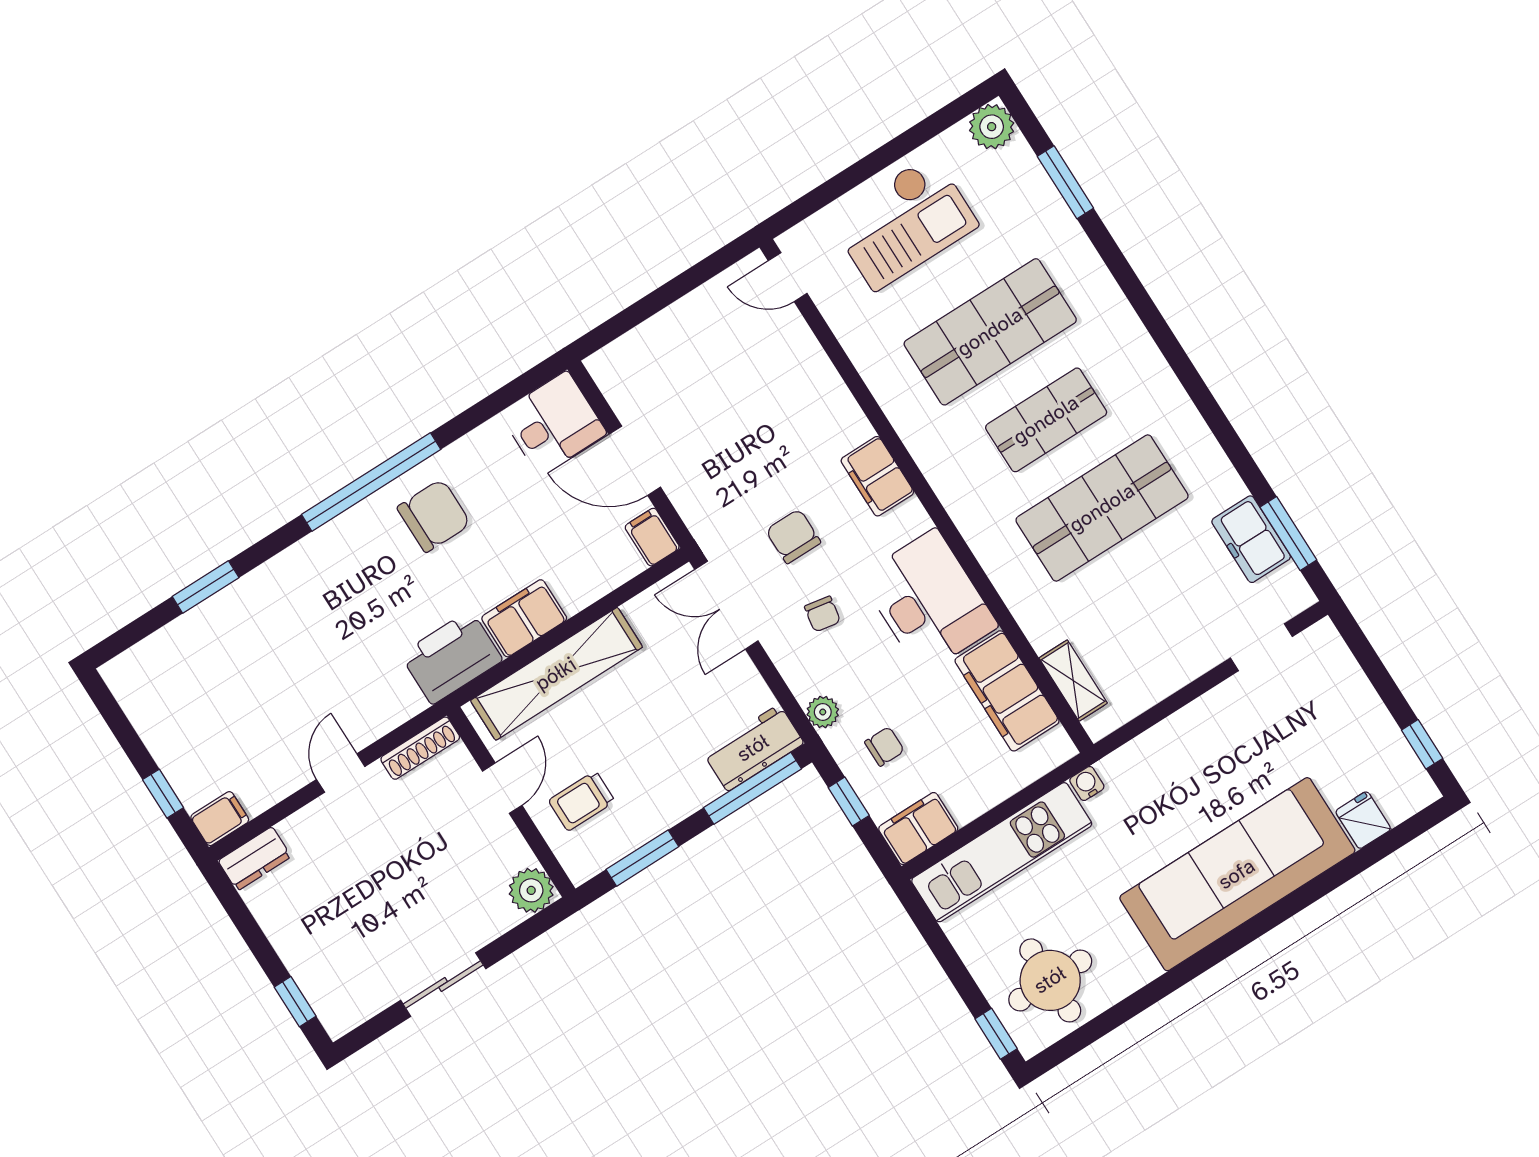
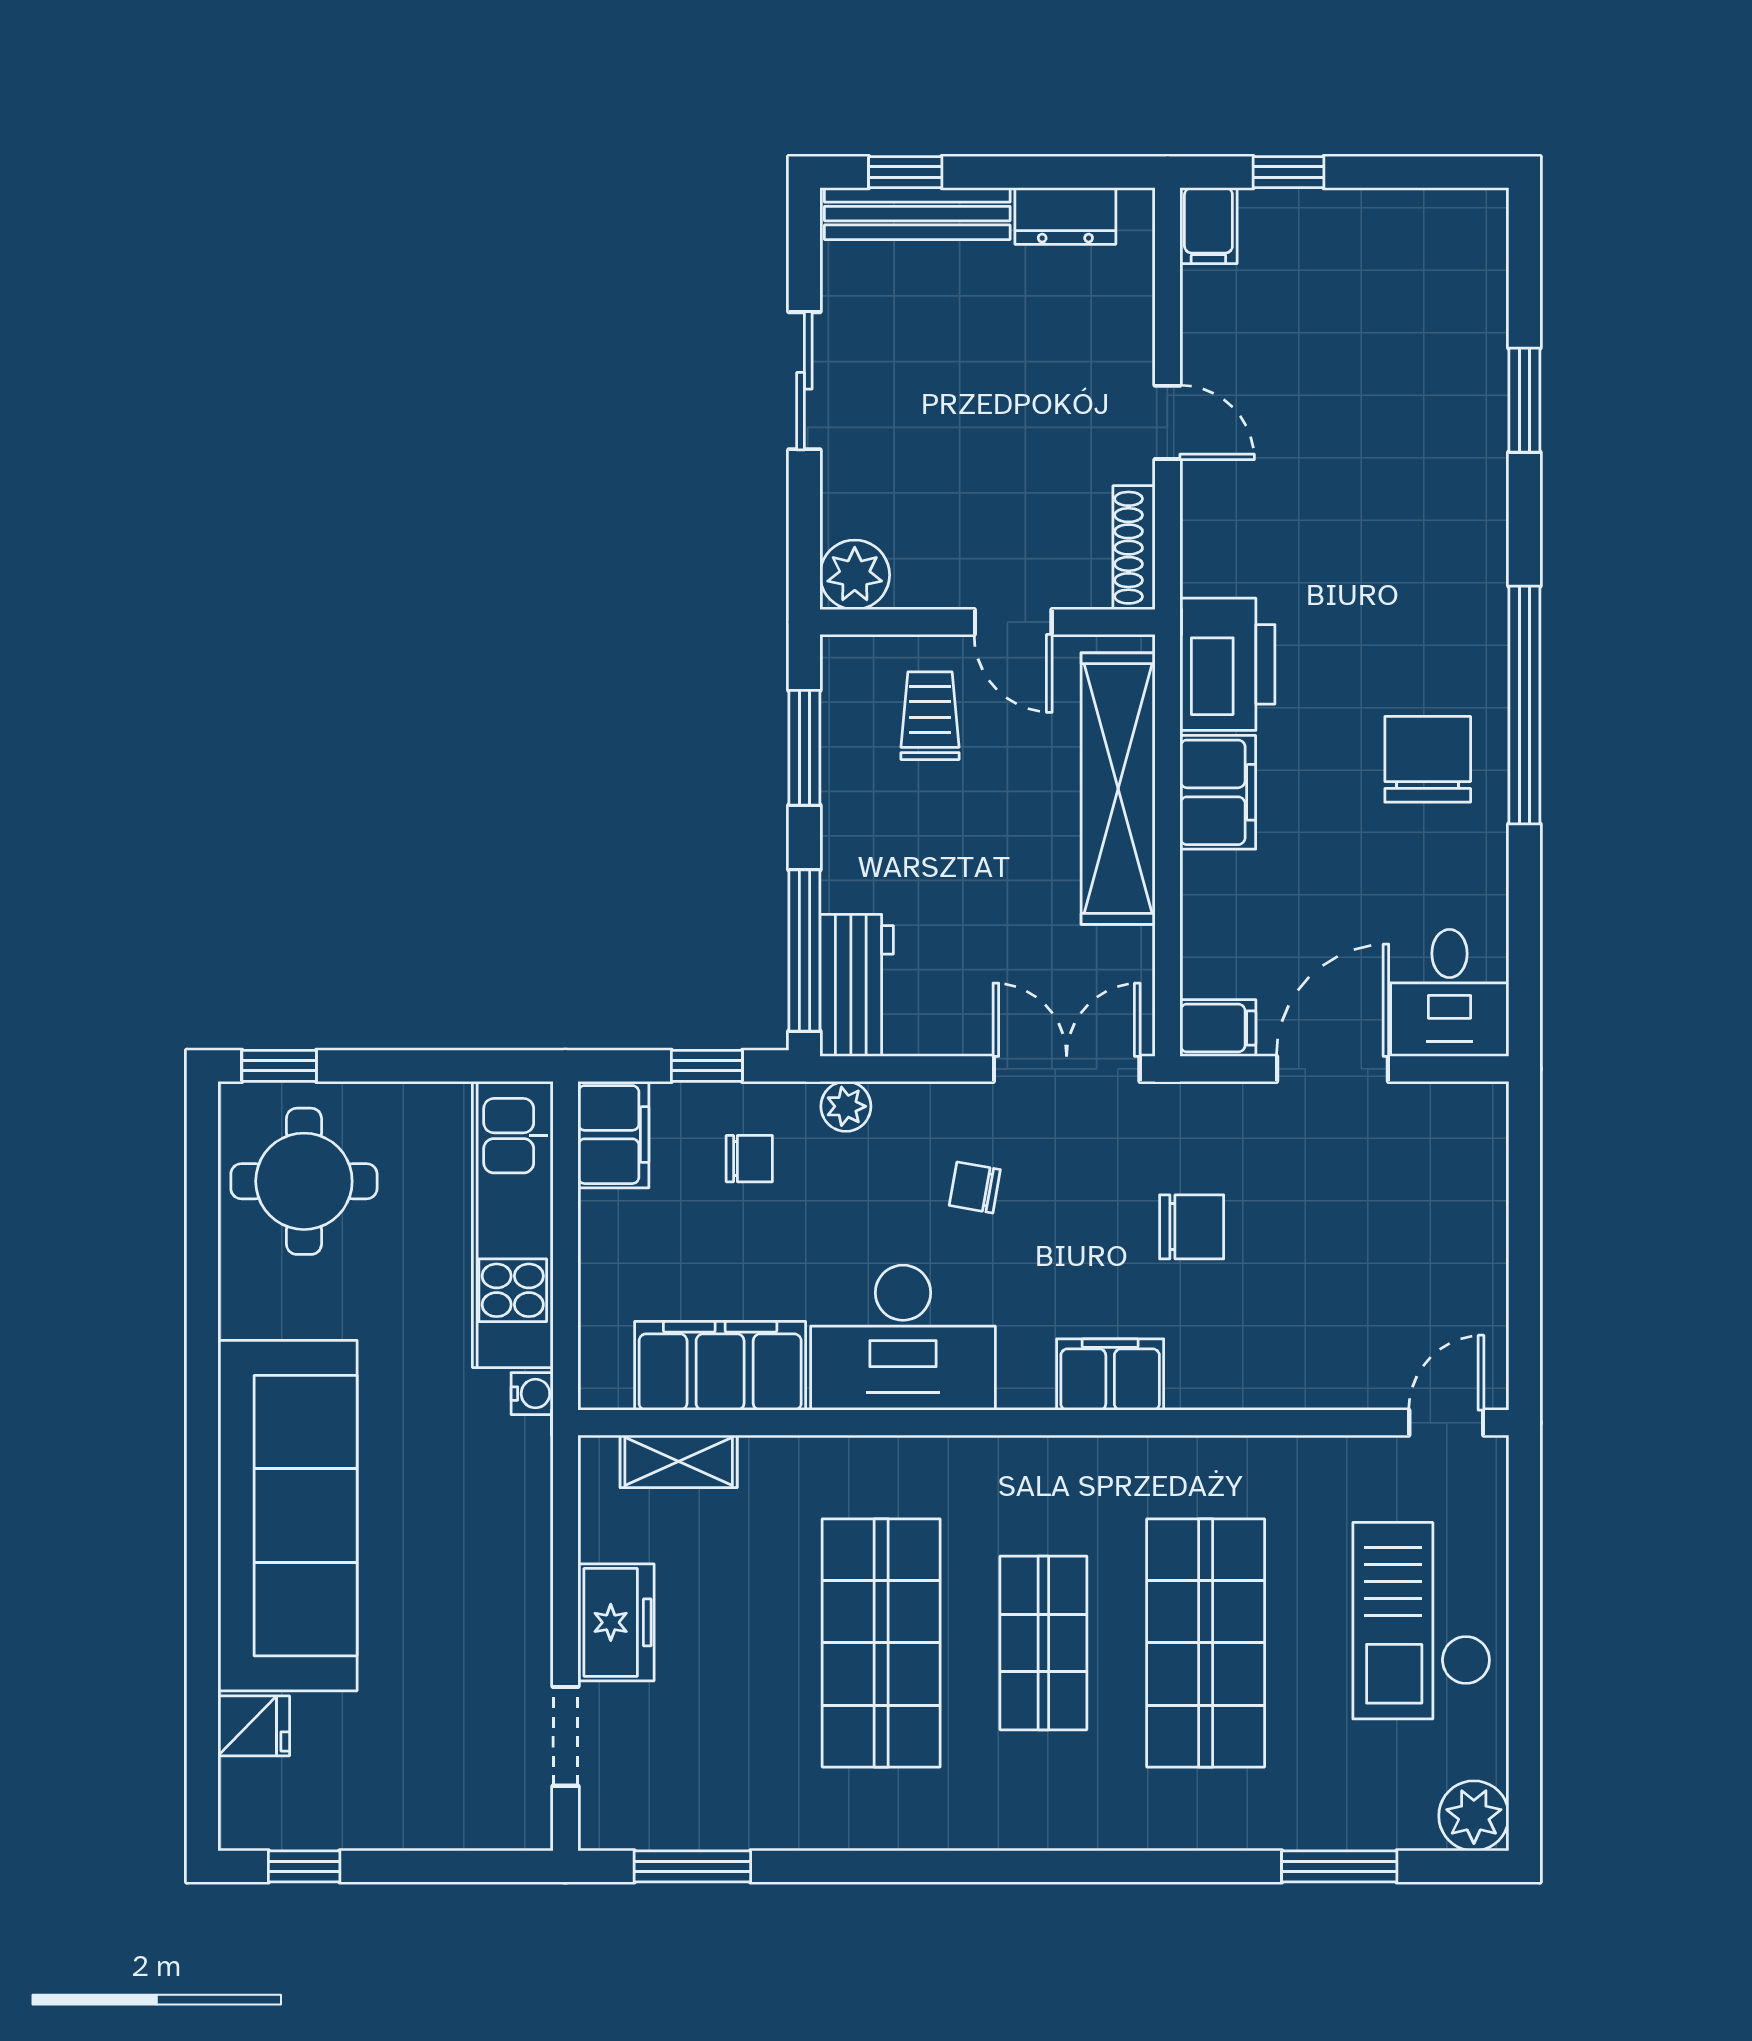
chair: (434, 516) -> (1428, 759), turned 180
chair: (793, 536) -> (1192, 1227), moved
freezer: (1251, 539) -> (616, 1622), moved, turned 90
chair: (884, 746) -> (749, 1159), turned -90
dresser: (255, 859) -> (1065, 216), moved, turned -90
bench: (314, 981) -> (917, 214), added

